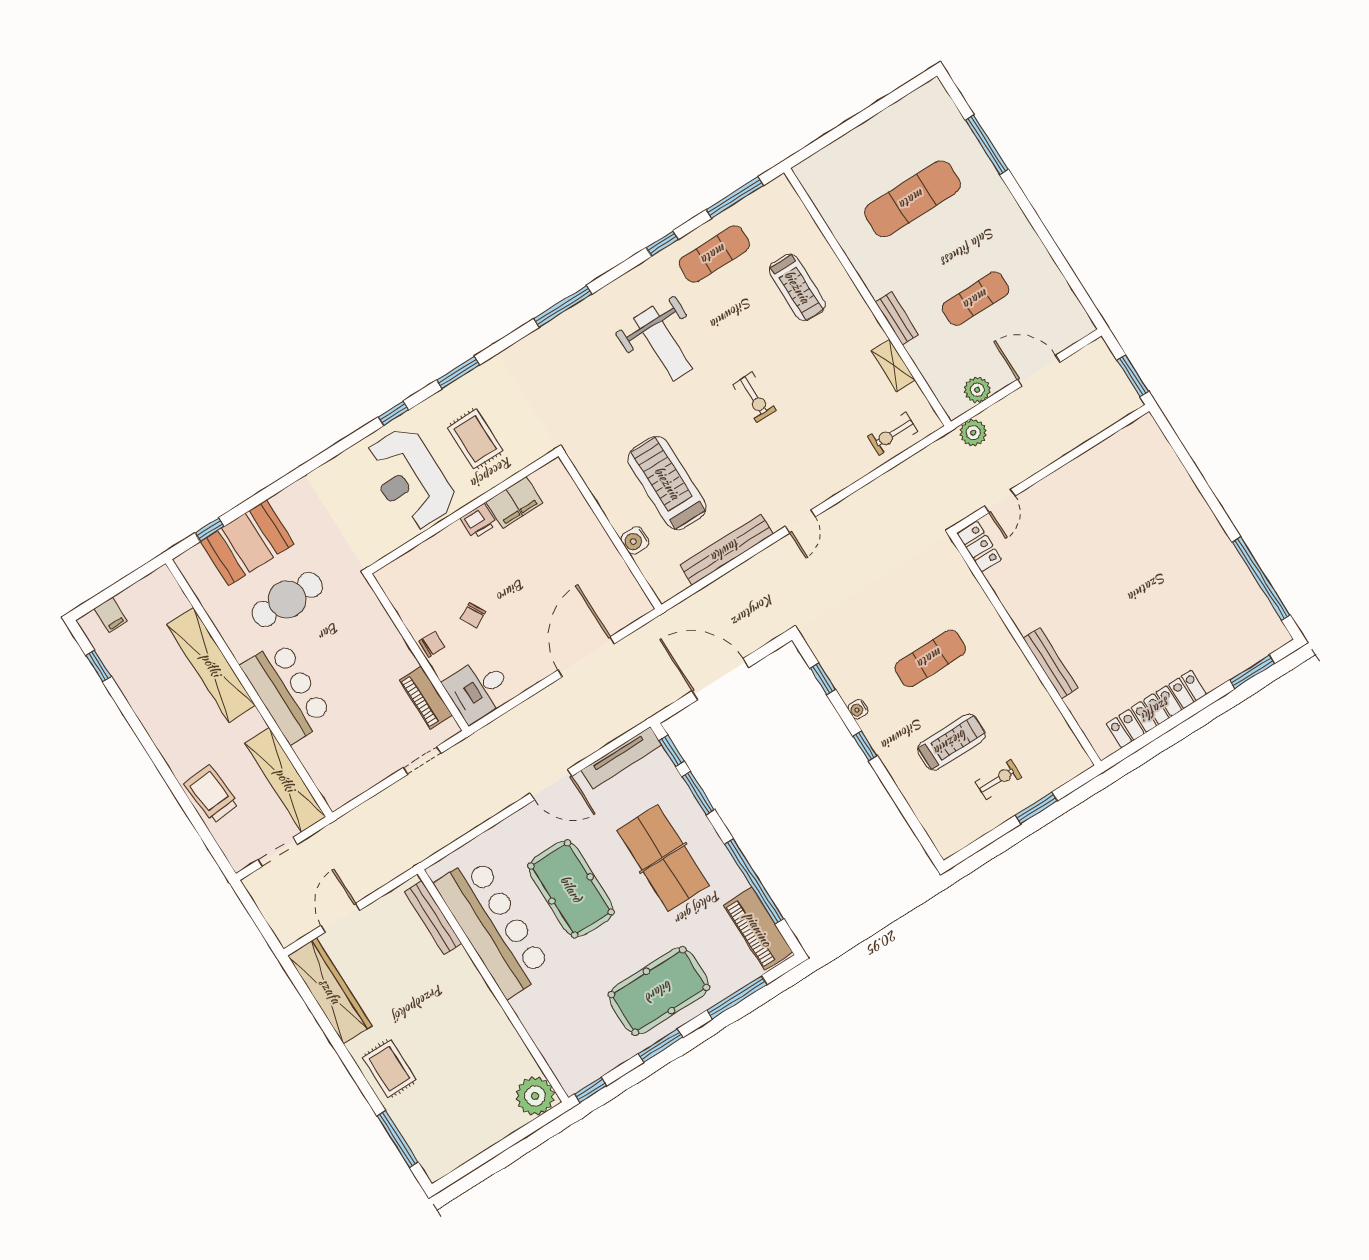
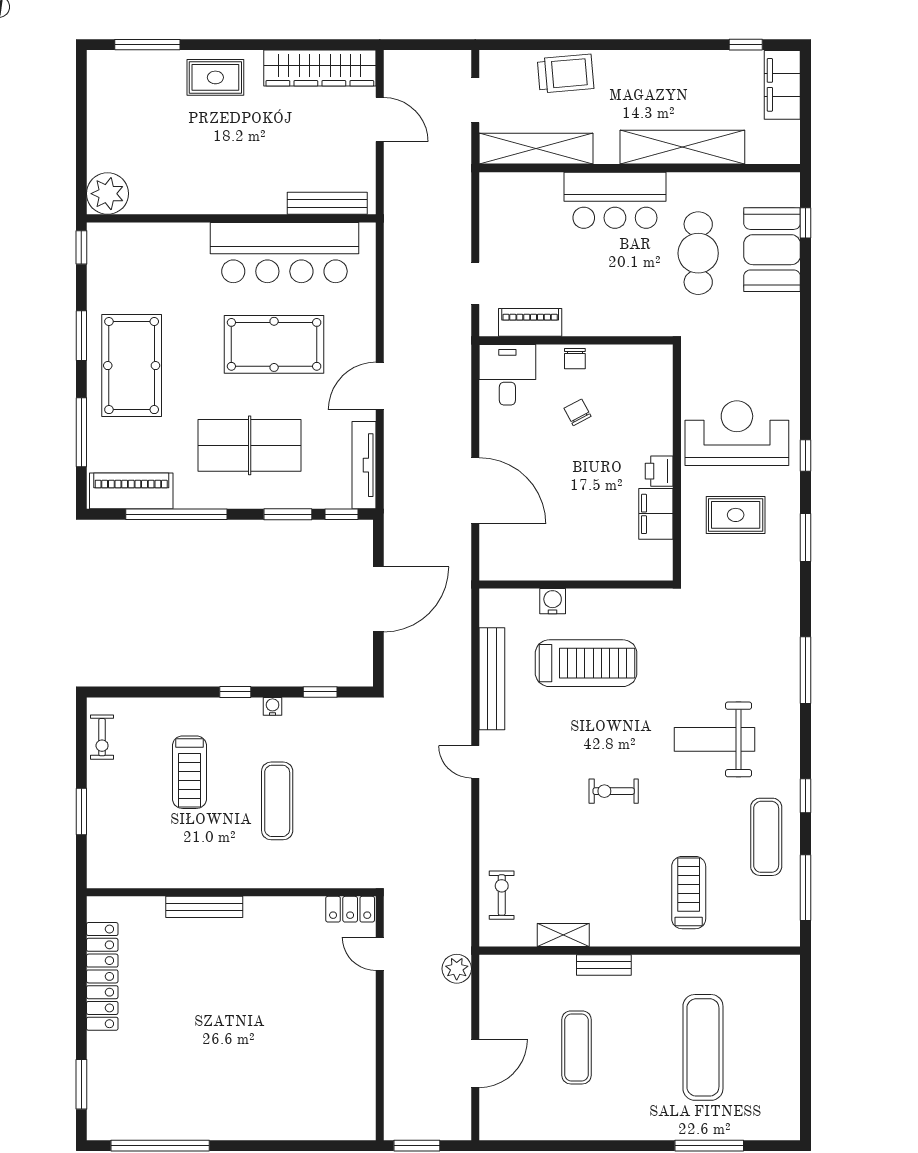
treadmill: (797, 287) -> (689, 893), turned 90
plant: (977, 390) -> (493, 997), removed
filing cabinet: (111, 615) -> (782, 85), width x3.00, depth x1.17
exercise bike: (998, 780) -> (102, 737), moved

